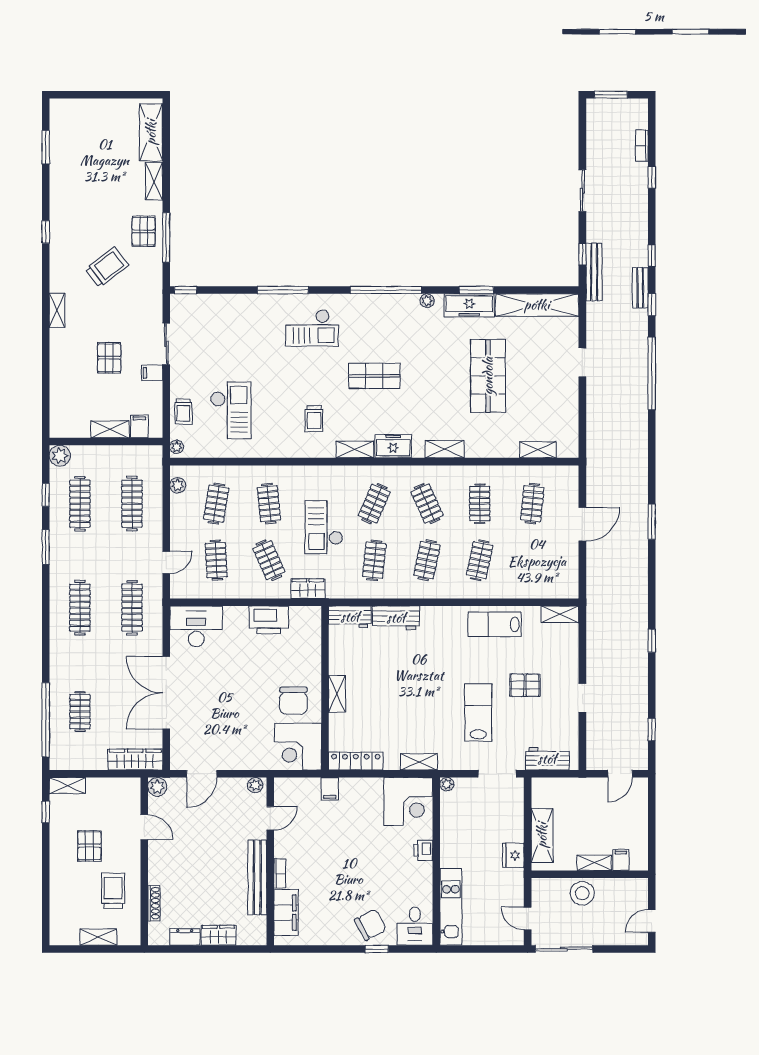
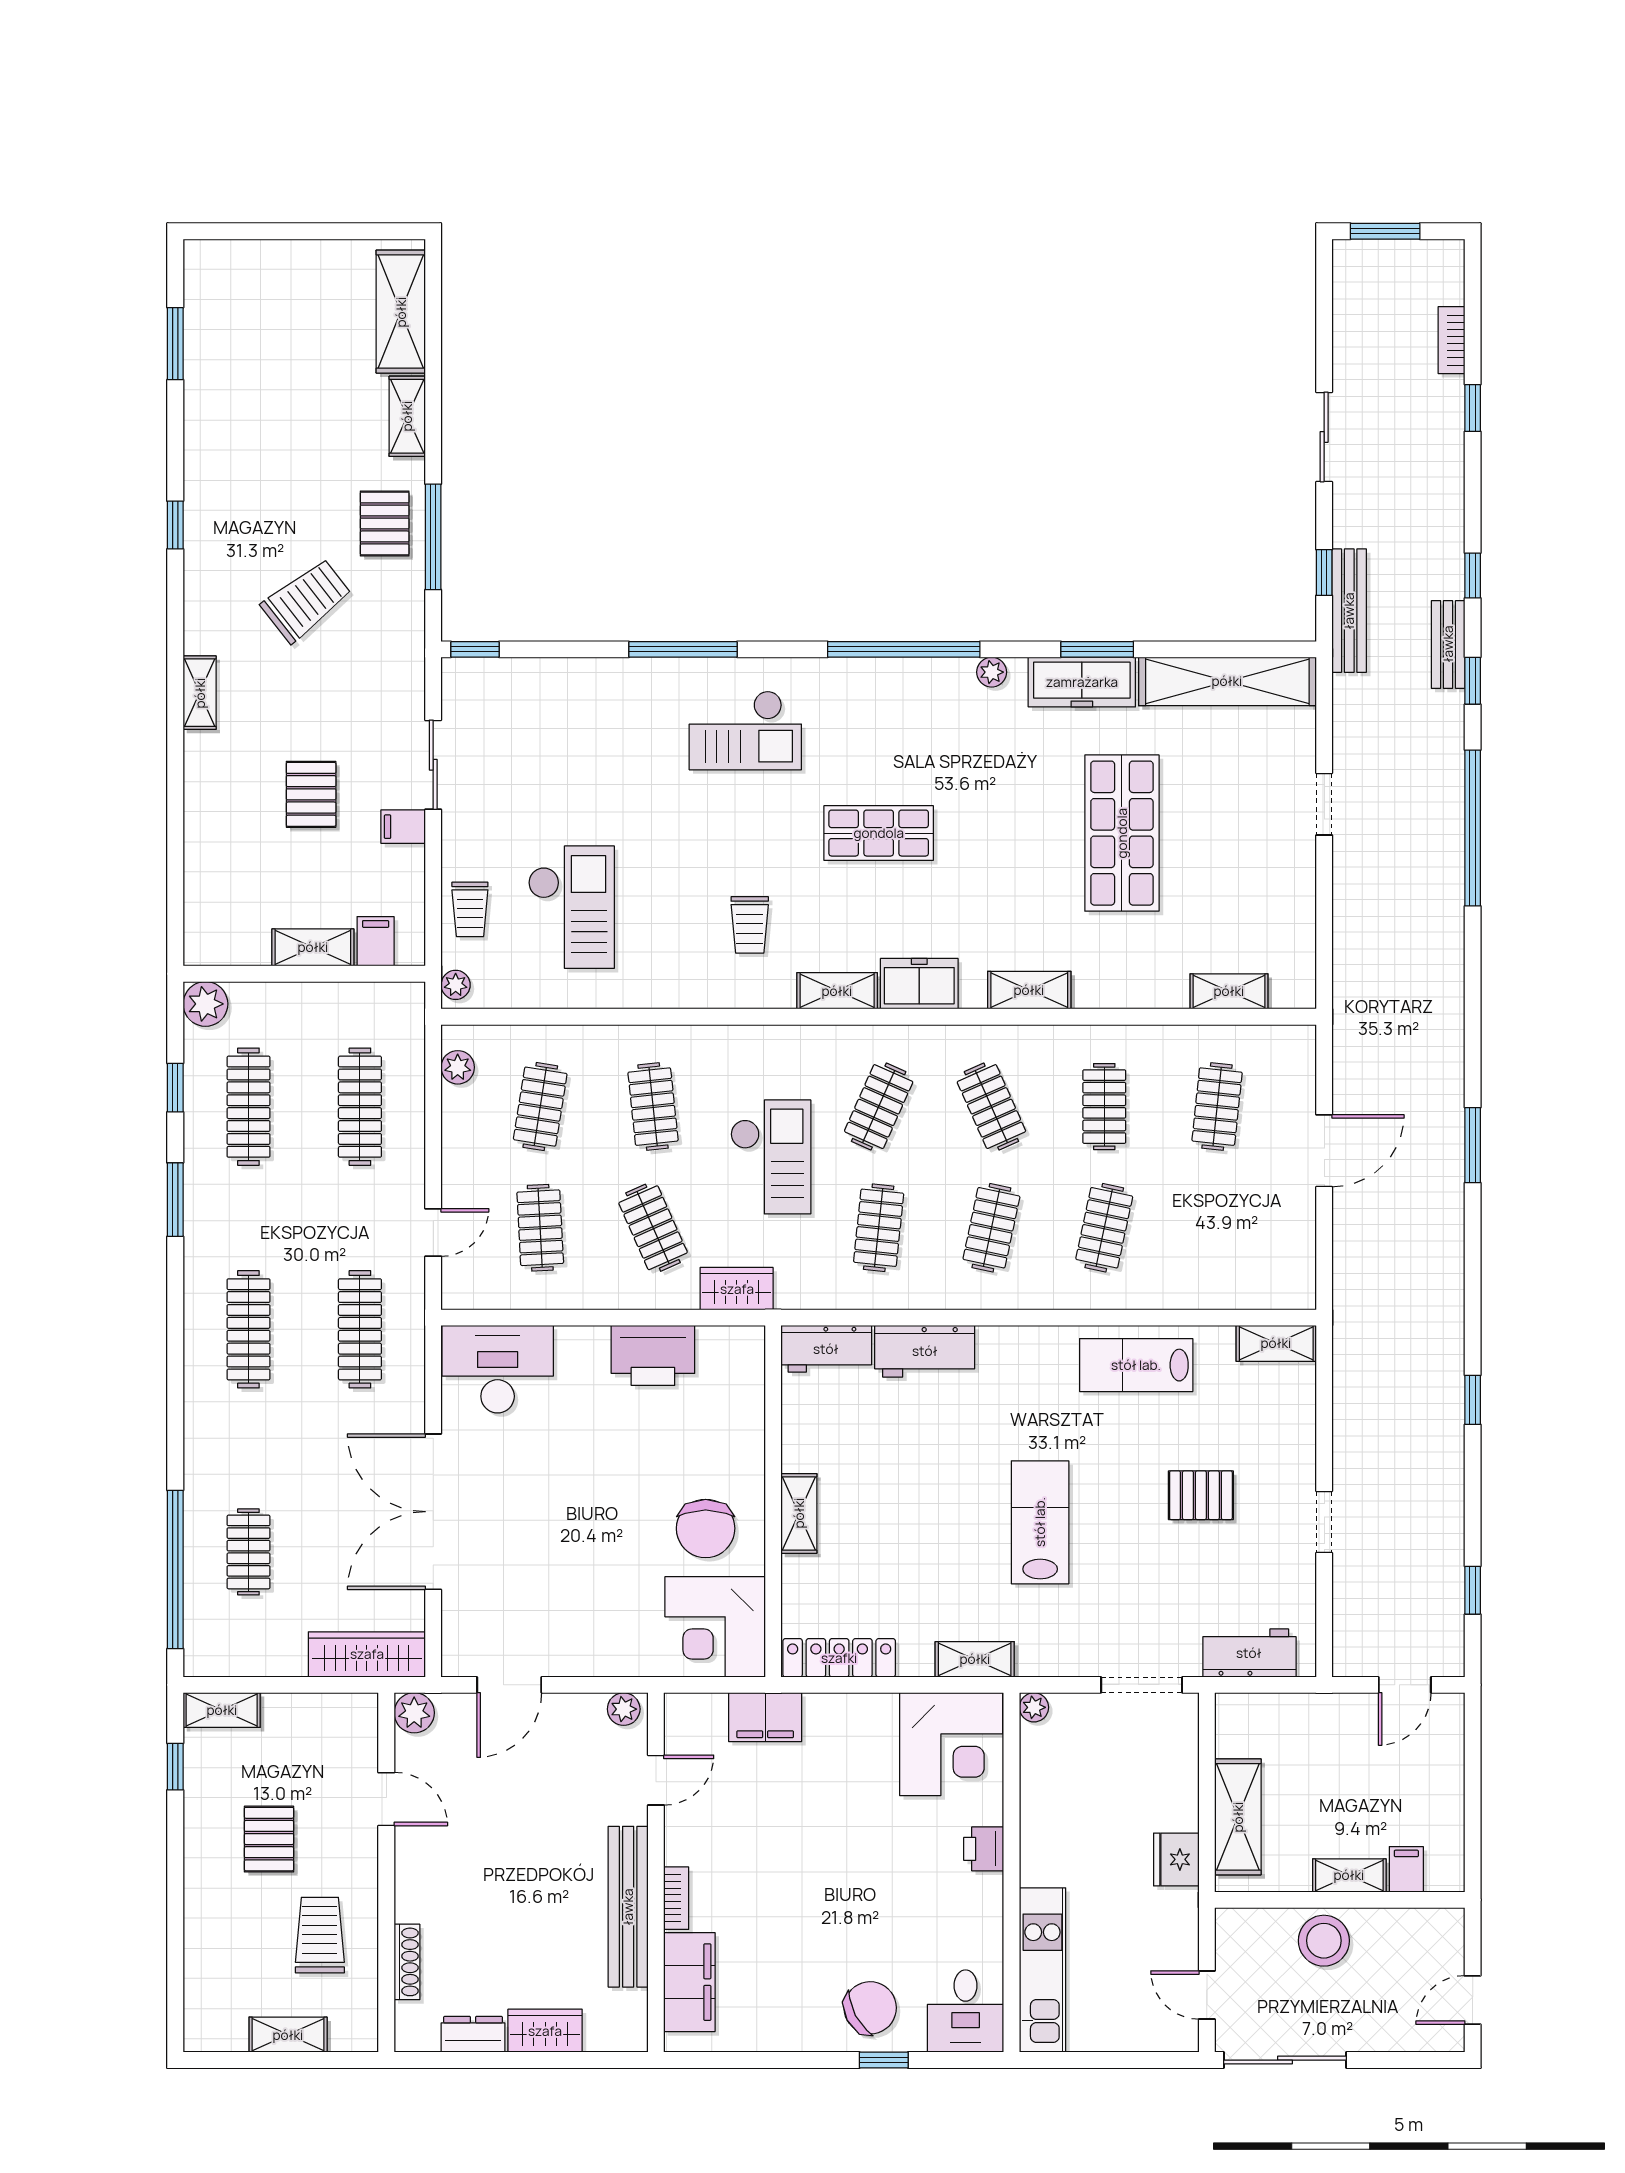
checkout: (324, 527) -> (771, 1157), turned 180
lab bench: (478, 713) -> (1040, 1522), moved
filing cabinet: (330, 789) -> (765, 1717), width x2.00

